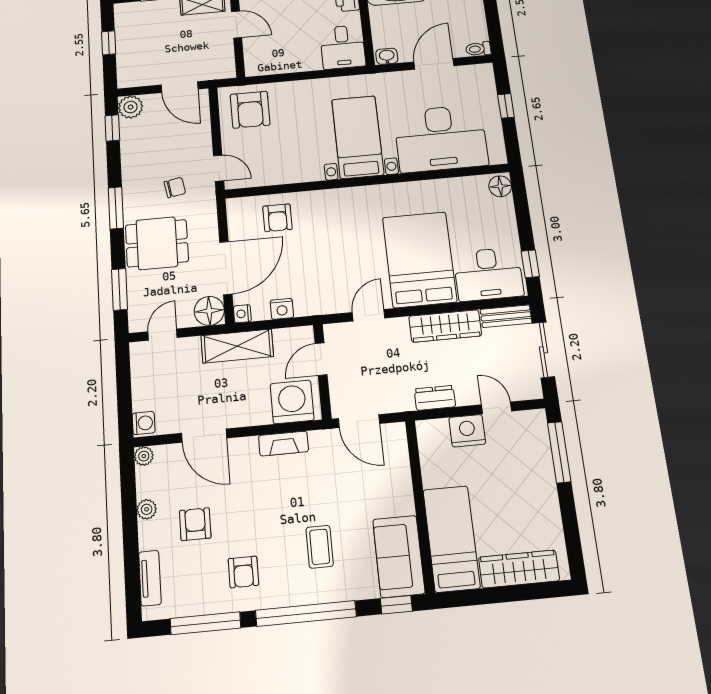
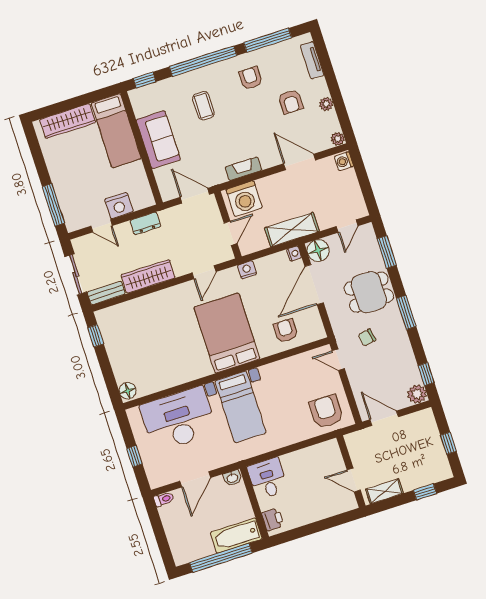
bed: (419, 259) -> (227, 333), moved, turned 180
desk: (488, 274) -> (124, 321), removed
nightstand: (282, 309) -> (247, 270), moved
sofa: (399, 556) -> (158, 140), moved

